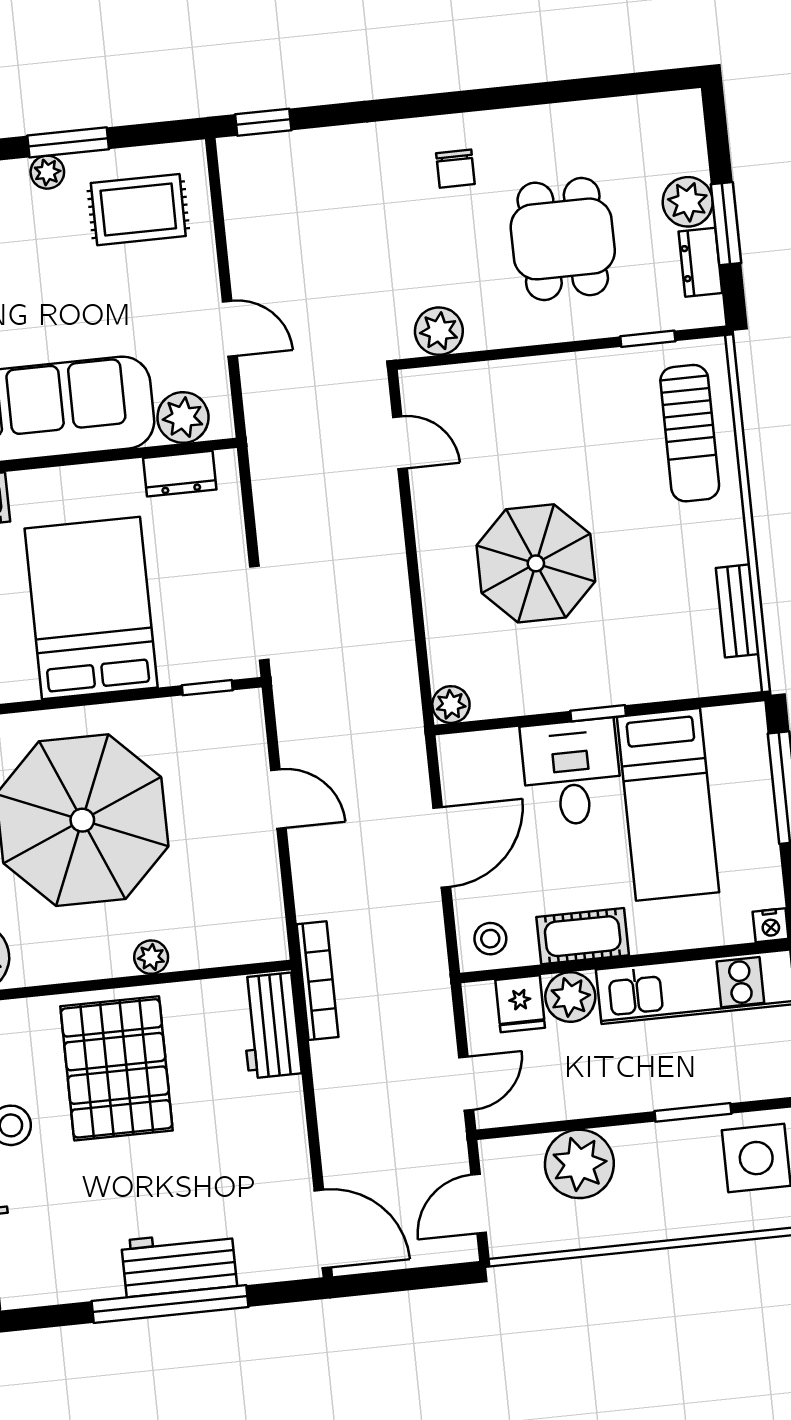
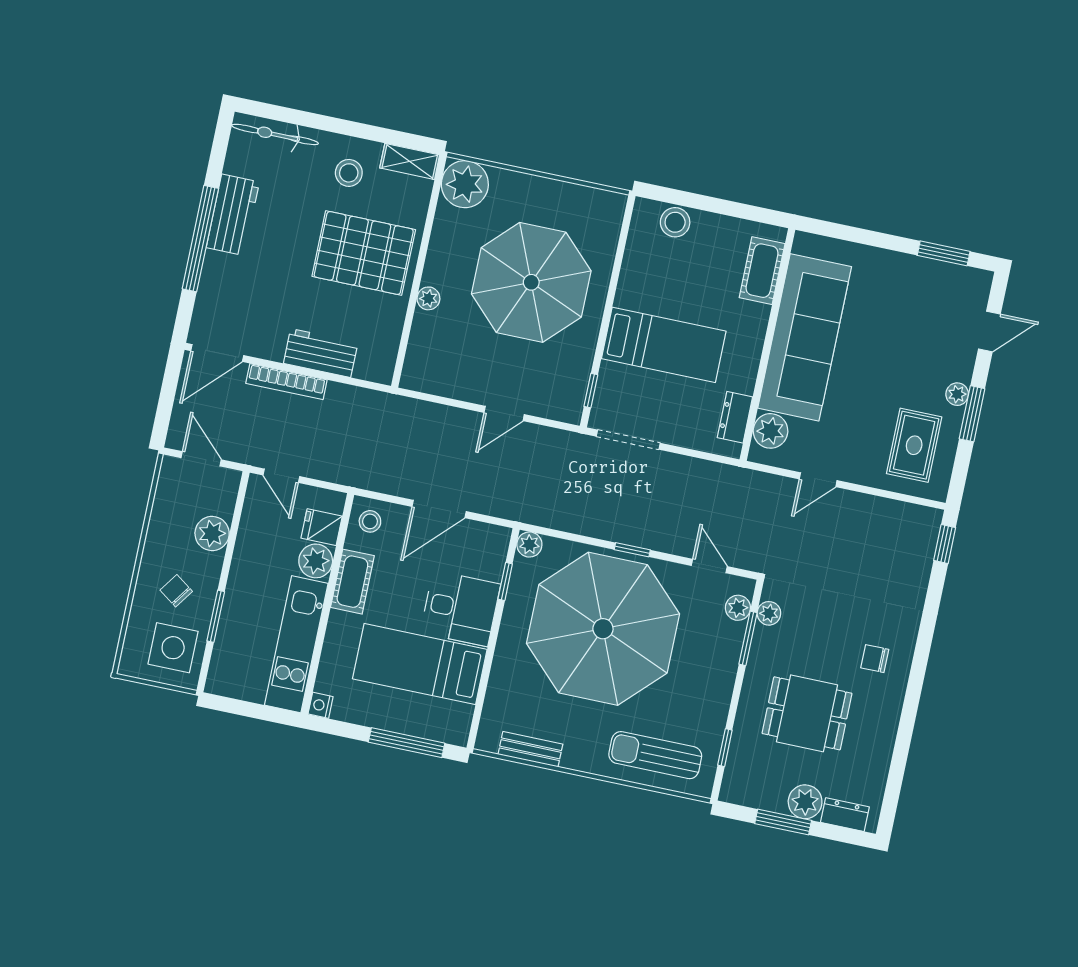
dresser: (700, 262) -> (845, 815), moved
plant: (439, 331) -> (769, 613), width x0.73, depth x0.73
window: (484, 356) -> (748, 638), added
plant: (446, 384) -> (738, 608), added
door: (400, 443) -> (709, 566), swing flipped
window: (412, 558) -> (632, 550), added
parasol: (536, 563) -> (603, 629), width x1.86, depth x1.86
bed: (91, 608) -> (664, 345), width x0.67
window: (598, 713) -> (505, 581), moved
door: (442, 847) -> (439, 509), hinge flipped
bookcase: (318, 981) -> (286, 382), moved
workbench: (270, 1026) -> (321, 353), moved
plant: (579, 1164) -> (212, 533), width x0.73, depth x0.73
chair: (675, 1179) -> (176, 591), added
workbench: (179, 1263) -> (233, 215), moved

